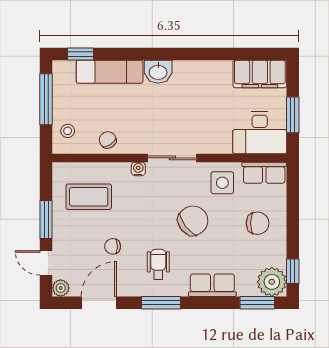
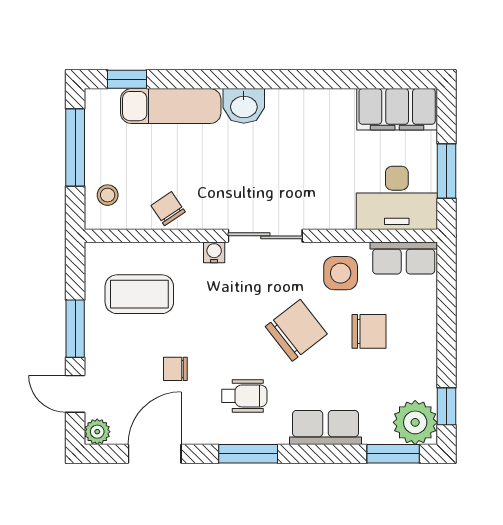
chair: (258, 223) -> (369, 331), moved
wheelchair: (158, 264) -> (244, 396), turned 90

